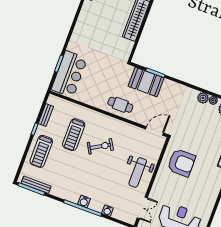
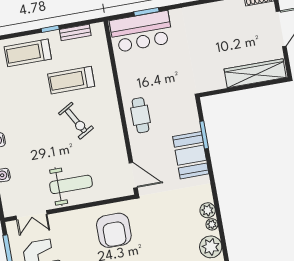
booth: (146, 82) -> (191, 155), moved
weight bench: (138, 172) -> (71, 184), turned 180

